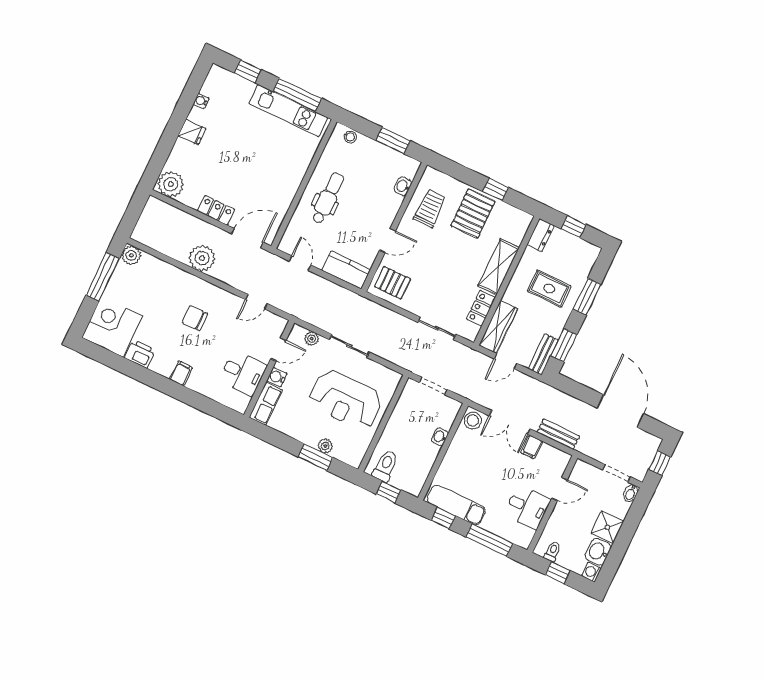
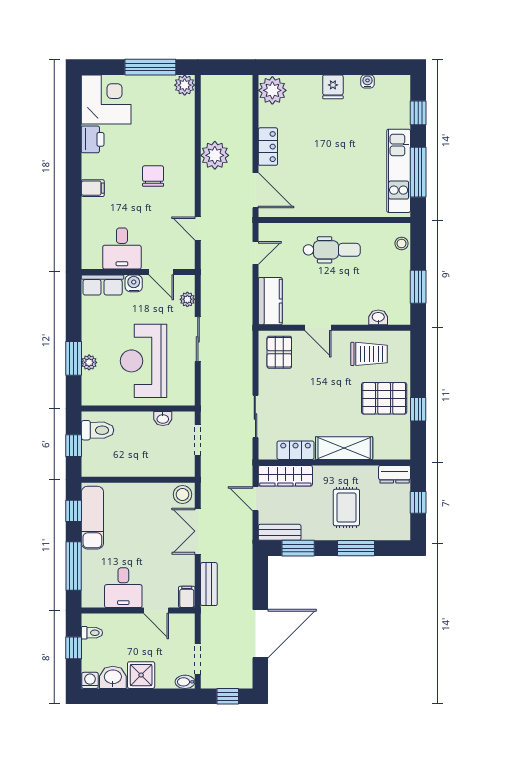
washbasin: (440, 437) -> (163, 419), moved, turned 180
filing cabinet: (532, 447) -> (187, 597), moved, turned 90

